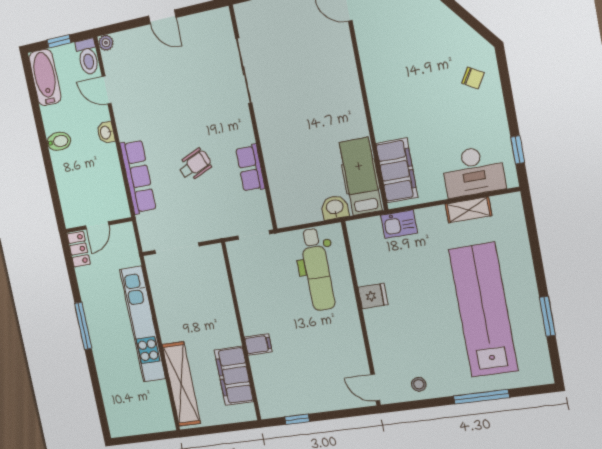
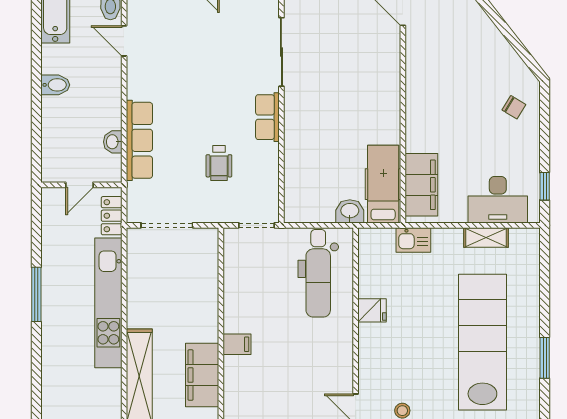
washbasin: (106, 133) -> (113, 142), moved
wheelchair: (195, 165) -> (219, 163), moved, turned 113
row of seats: (250, 168) -> (267, 117), moved
locker: (79, 249) -> (112, 216), moved, turned 180

